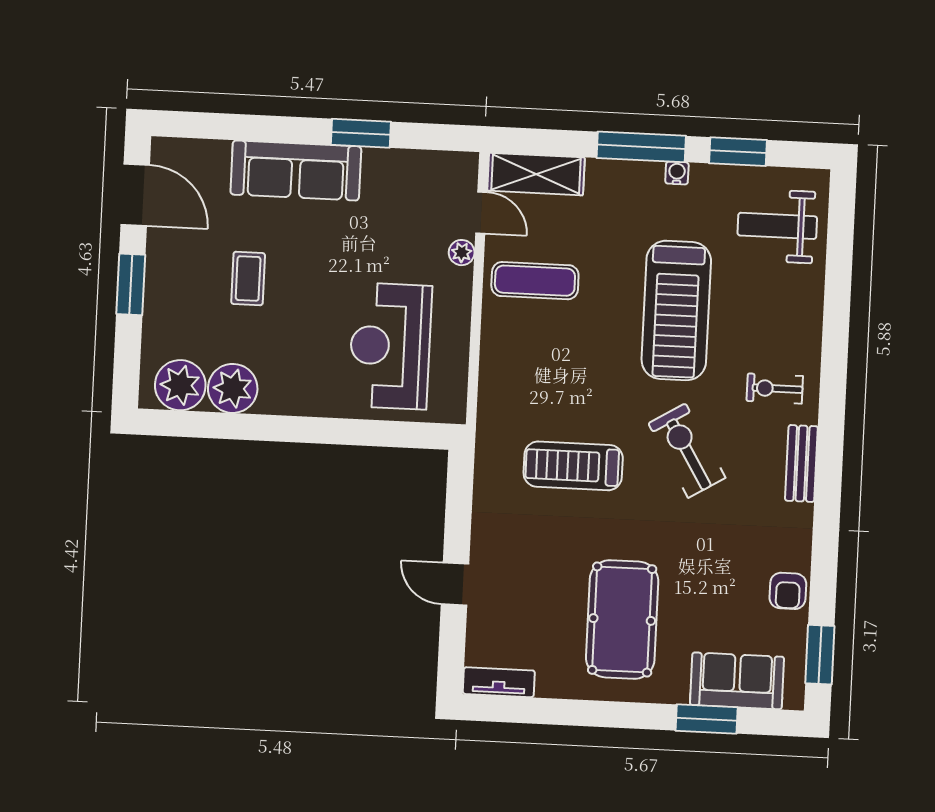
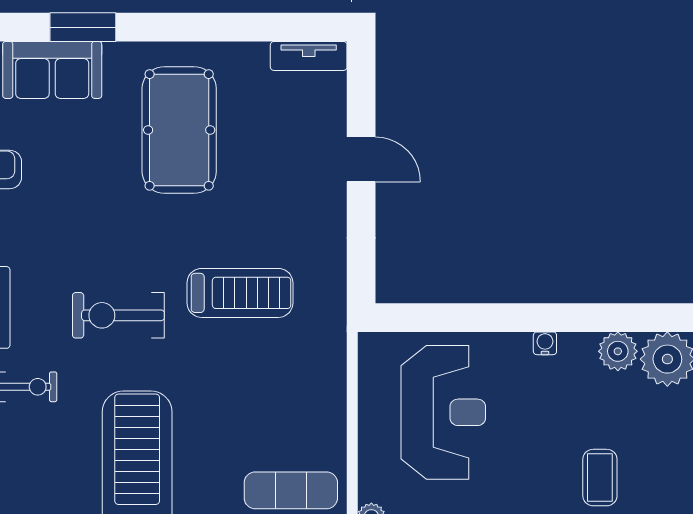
plant: (233, 388) -> (618, 351), width x0.73, depth x0.73
water cooler: (293, 405) -> (545, 343), added
exercise bike: (687, 451) -> (118, 315), turned 121

